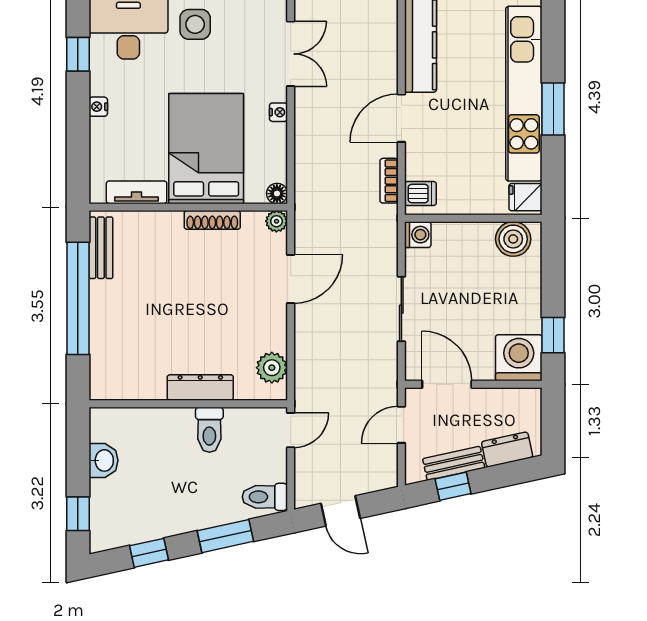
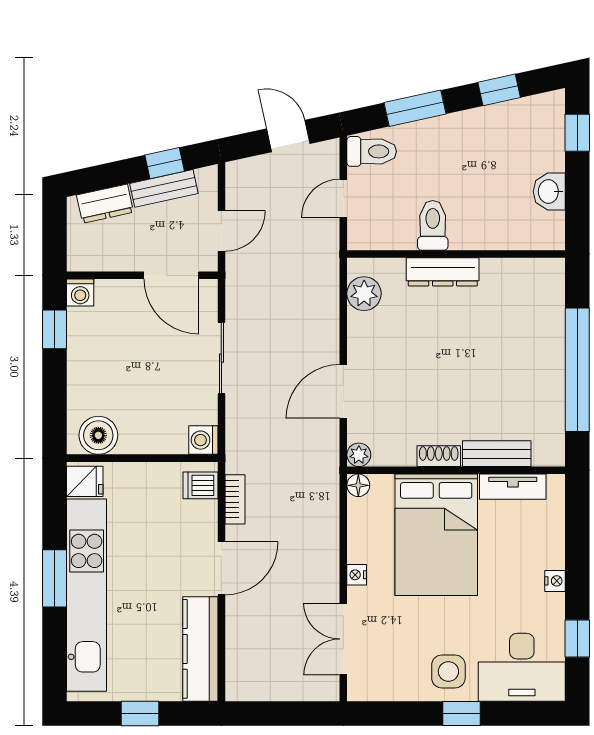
shoe rack: (212, 220) -> (439, 456), width x0.70
bench: (101, 248) -> (497, 454), moved, turned 90
washing machine: (519, 358) -> (80, 293), width x0.53, depth x0.53
door: (291, 430) -> (343, 198), moved

